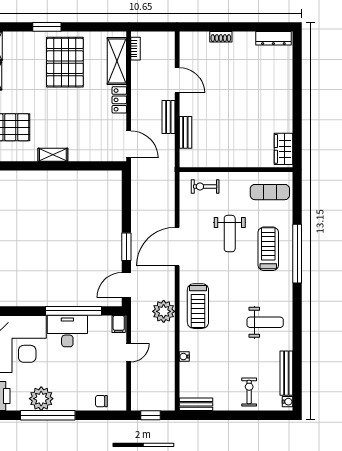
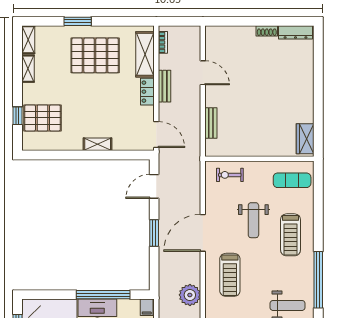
shoe rack: (221, 37) -> (267, 31), moved
pallet: (65, 62) -> (95, 55), turned 90
bench: (168, 117) -> (165, 86), moved
shelving: (53, 155) -> (98, 144), moved
treadmill: (268, 249) -> (290, 235), turned 180
window: (297, 254) -> (318, 280), moved
door: (126, 285) -> (154, 186), moved
treadmill: (198, 306) -> (230, 275), moved

